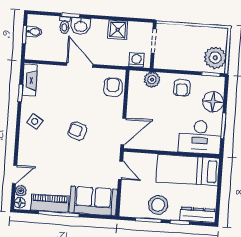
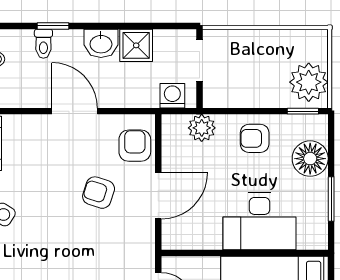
washbasin: (81, 26) -> (101, 43), moved
armchair: (182, 88) -> (255, 138), turned 90
armchair: (77, 131) -> (99, 193), moved
door: (123, 131) -> (158, 196), moved
desk: (200, 137) -> (260, 221), moved

